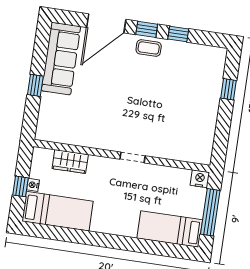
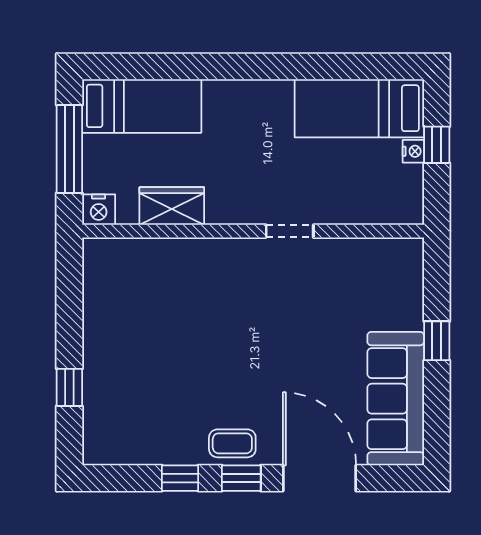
door: (106, 23) -> (320, 478), hinge flipped
doorway: (133, 157) -> (290, 231), moved
wardrobe: (70, 162) -> (172, 206), moved

